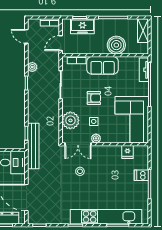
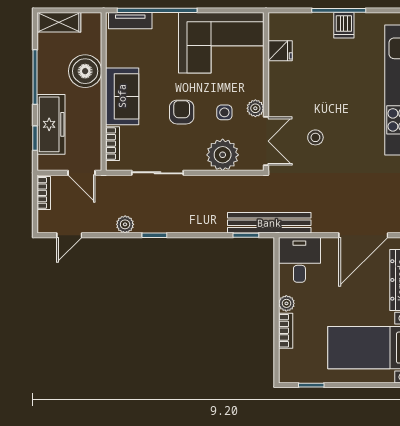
freezer: (82, 26) -> (51, 124), width x1.40
dishwasher: (141, 175) -> (344, 25), moved

